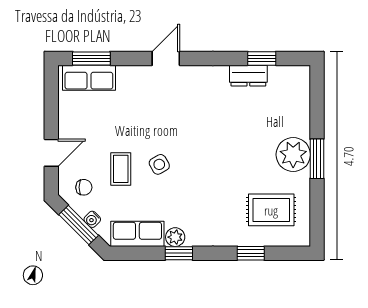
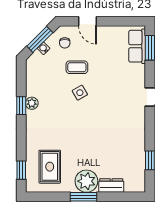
dresser: (248, 76) -> (111, 186), moved, turned 90
row of seats: (137, 234) -> (34, 78), removed
window: (251, 253) -> (21, 170), moved

